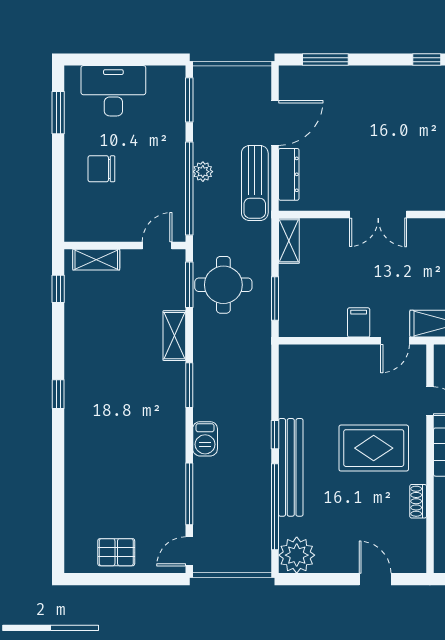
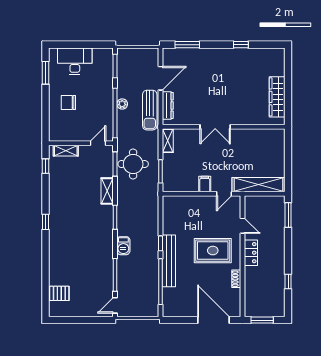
pallet: (116, 552) -> (59, 293), moved
plant: (297, 555) -> (172, 307), removed
door: (375, 579) -> (213, 320), width x1.87

